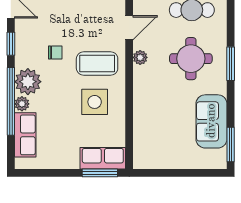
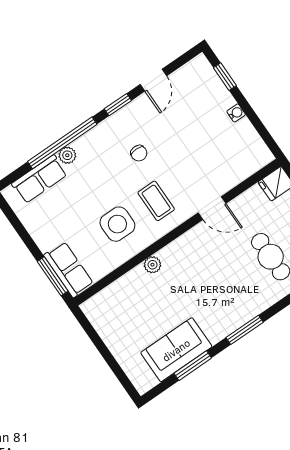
plant: (140, 57) -> (152, 265), moved
round table: (191, 59) -> (223, 288), removed
coffee table: (97, 63) -> (156, 201), width x0.73, depth x0.77
plant: (28, 82) -> (93, 146), removed
window: (231, 144) -> (193, 366), moved

